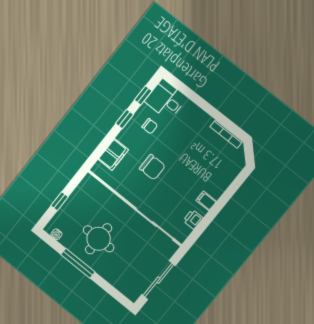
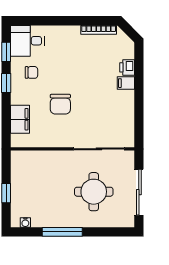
chair: (152, 167) -> (60, 104), turned 90
filing cabinet: (206, 201) -> (126, 83), moved
printer: (193, 219) -> (127, 67), moved
round table: (99, 239) -> (94, 192), moved

